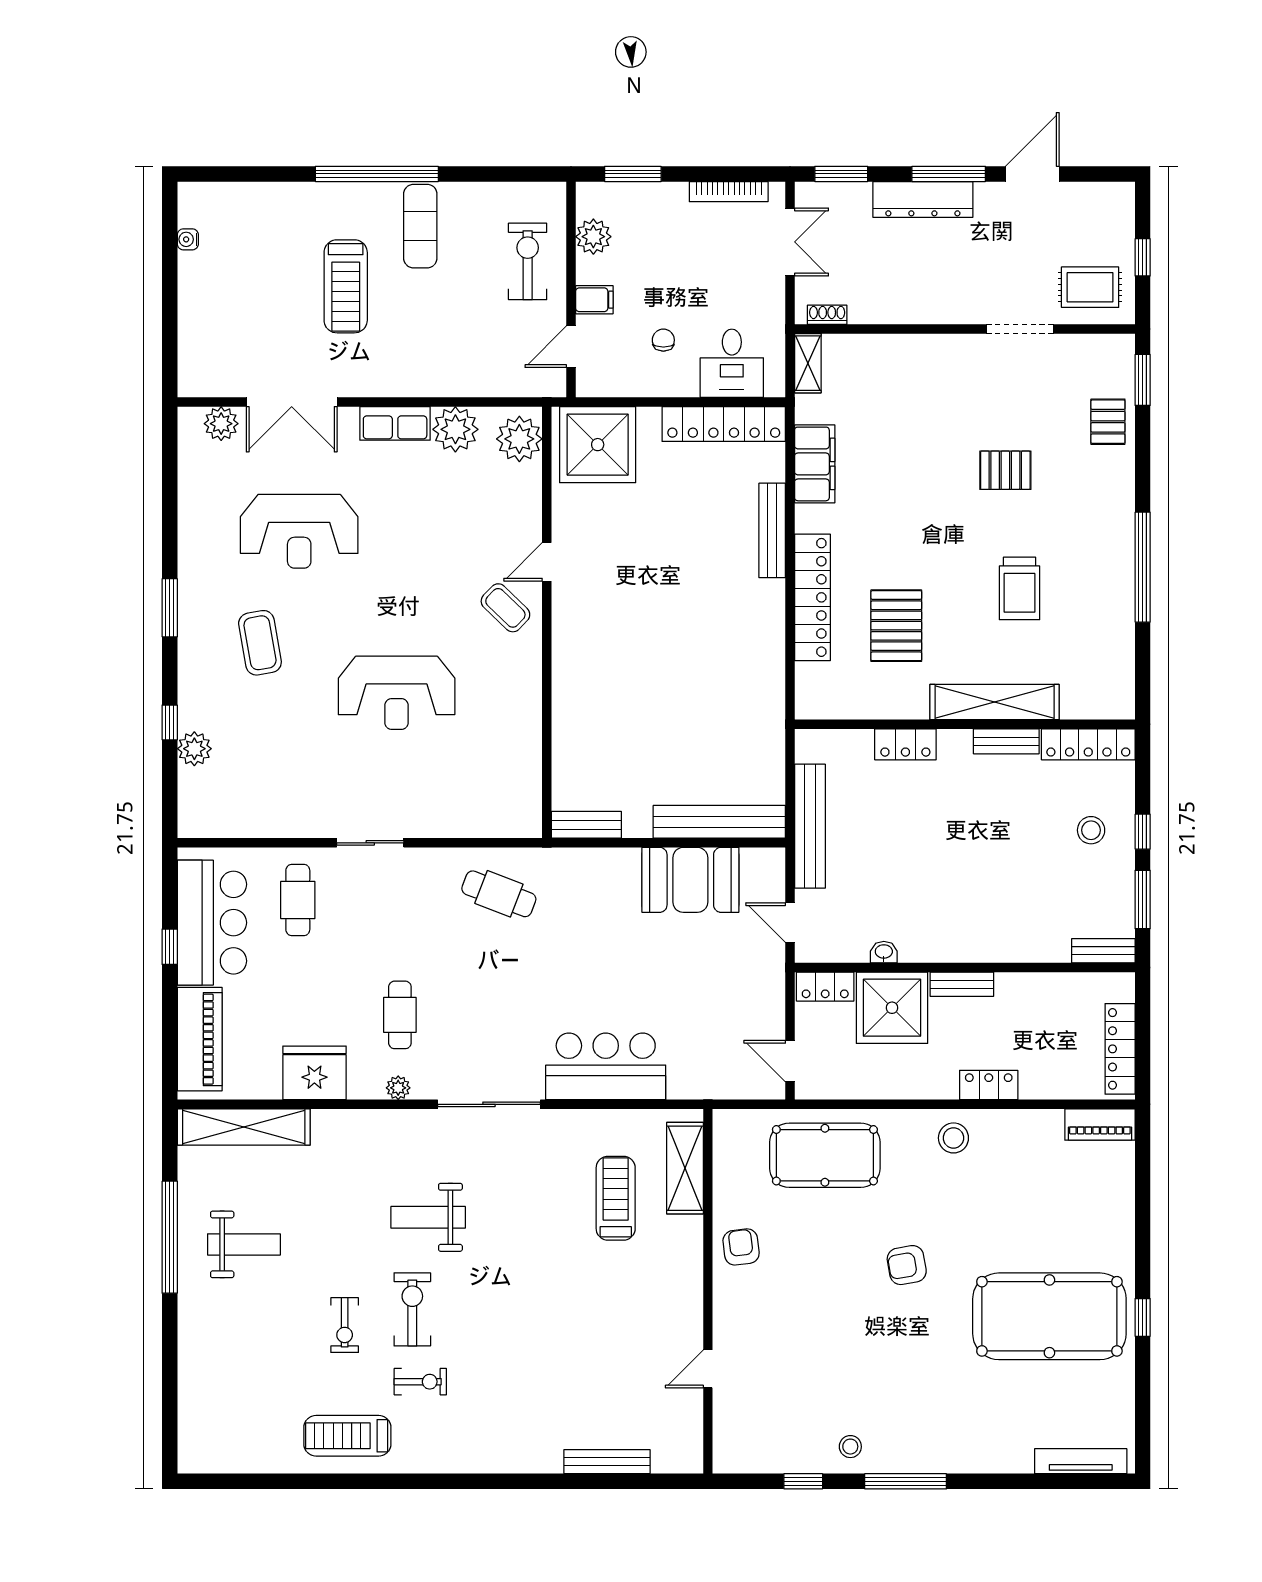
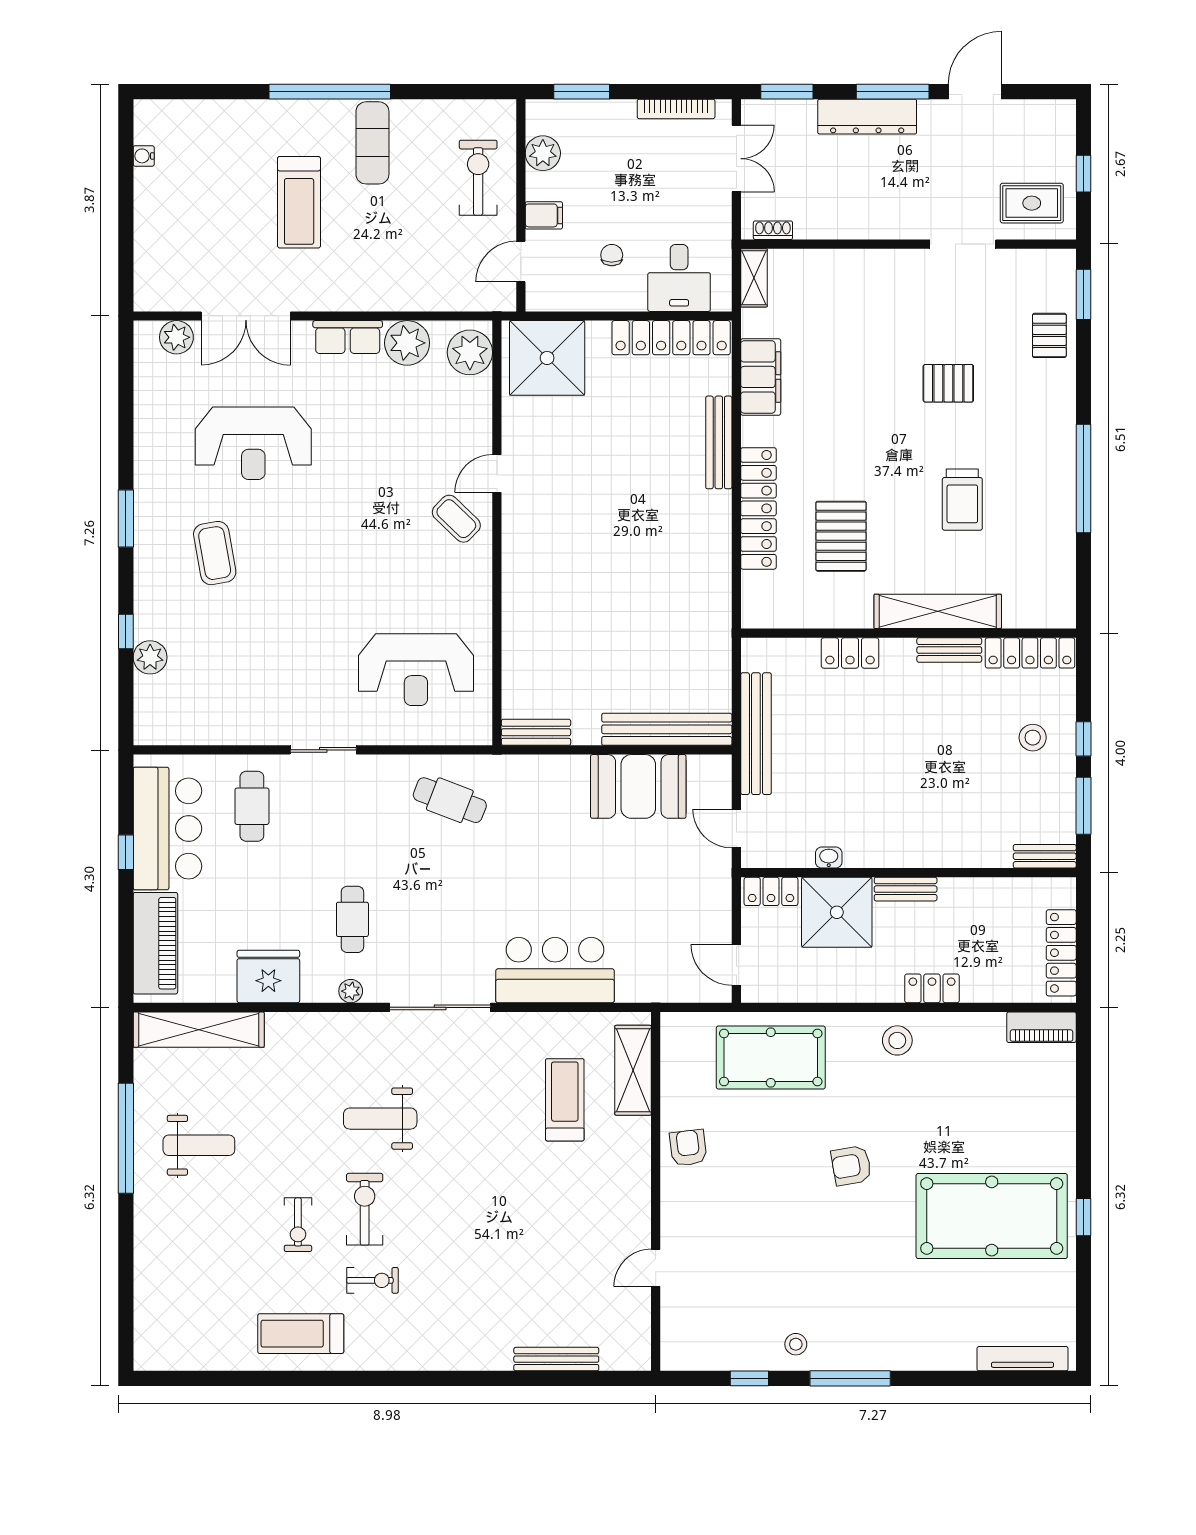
reception desk: (397, 693) -> (416, 670), moved

